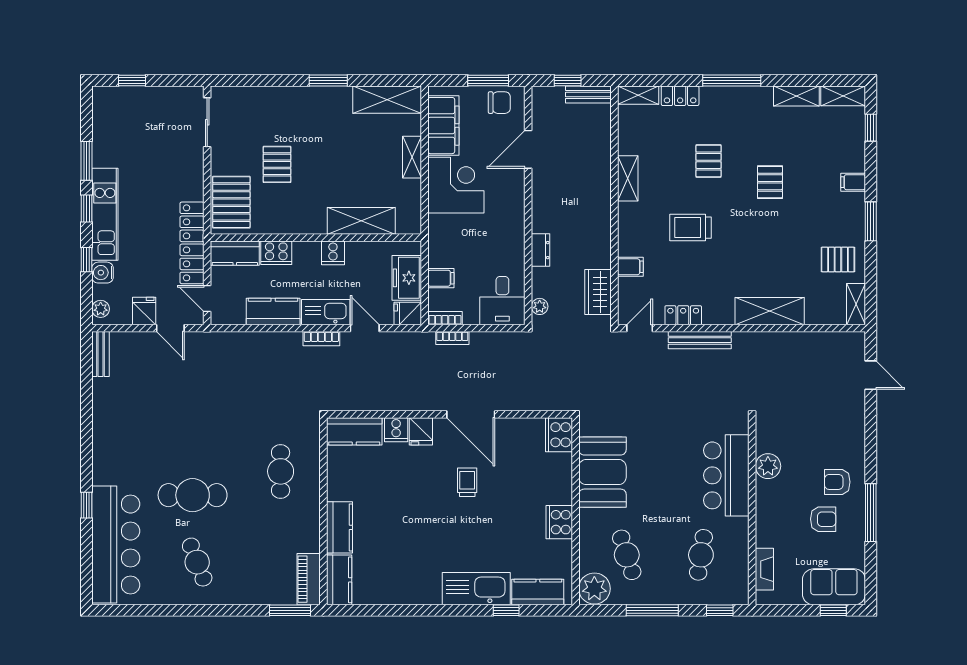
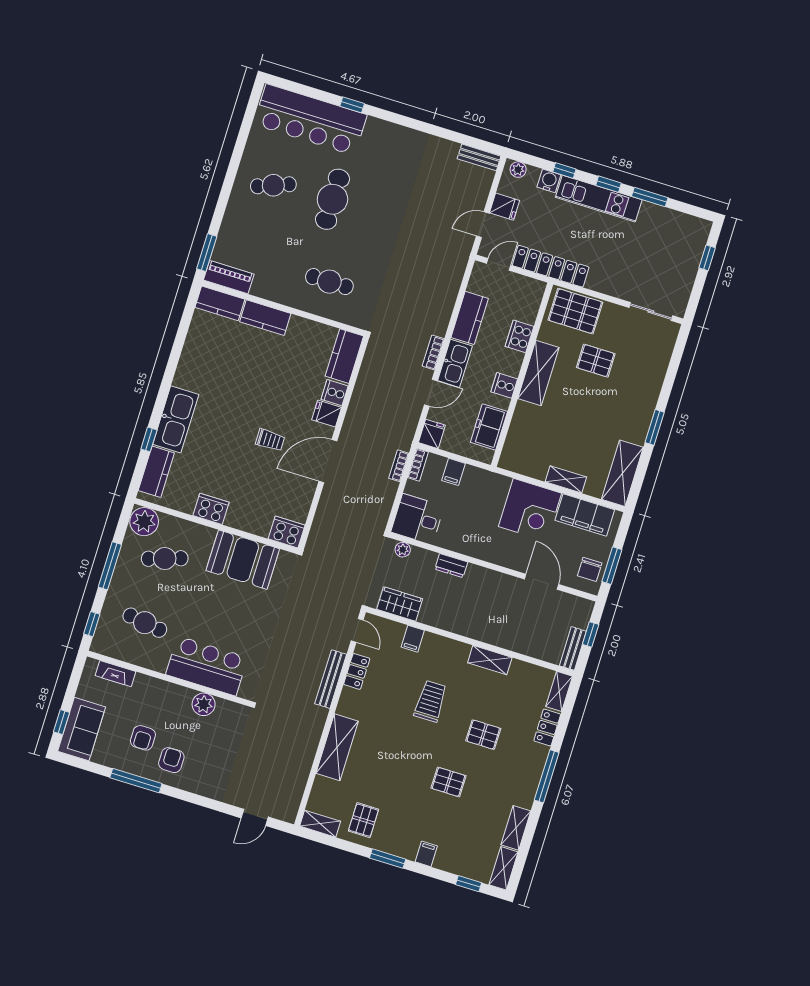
shelving: (361, 221) -> (538, 373), moved
kitchen counter: (235, 253) -> (530, 300), removed
freezer: (407, 278) -> (489, 427), moved, turned -90

